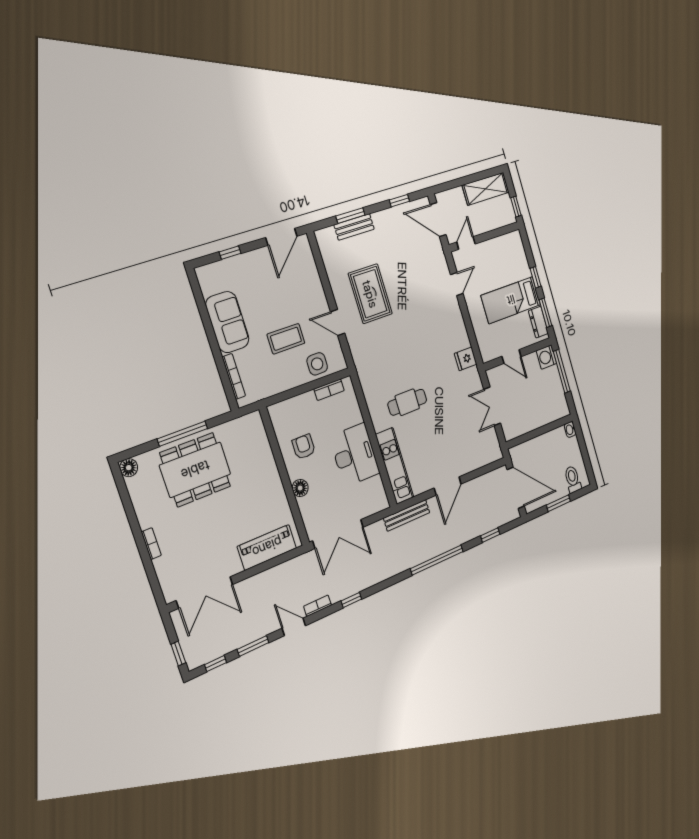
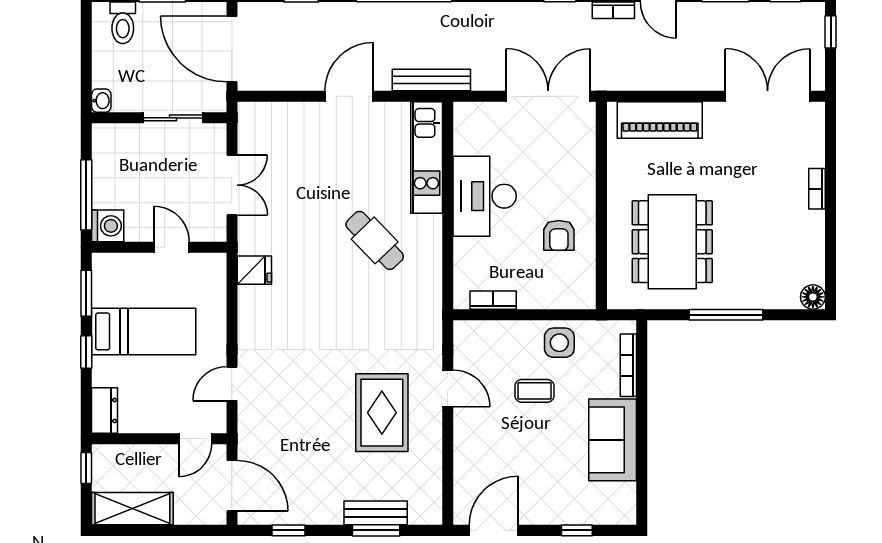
dresser: (538, 322) -> (105, 410), moved
coffee table: (286, 339) -> (535, 391), width x0.73, depth x0.77
side table: (317, 364) -> (559, 343), moved
cafe table: (407, 402) -> (375, 240), turned 46
sliding door: (533, 434) -> (173, 118), added
dining table: (195, 470) -> (672, 242), moved, turned 90
floor lamp: (300, 488) -> (584, 181), removed

